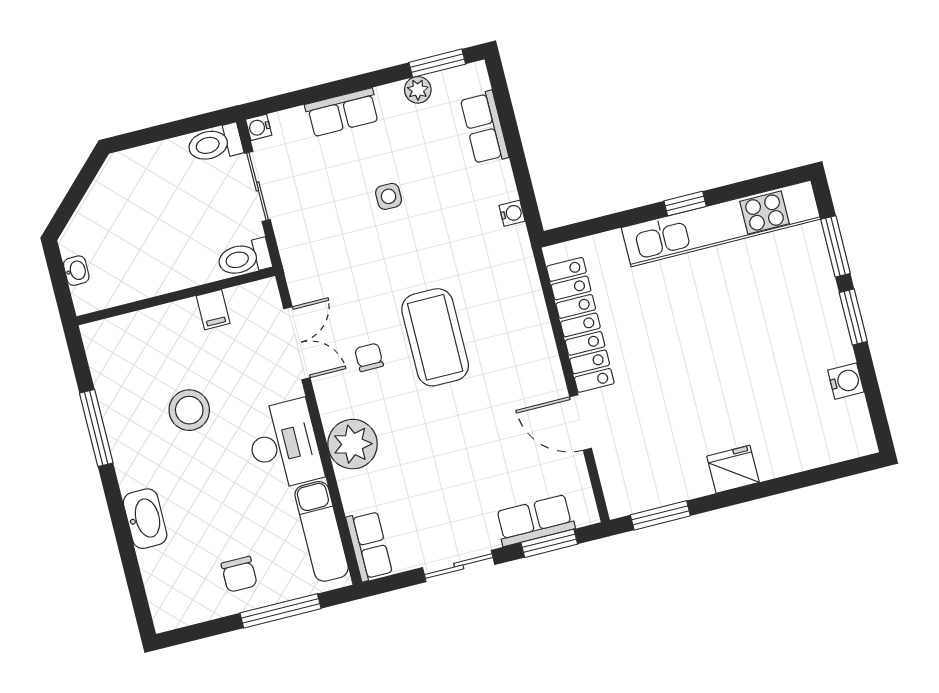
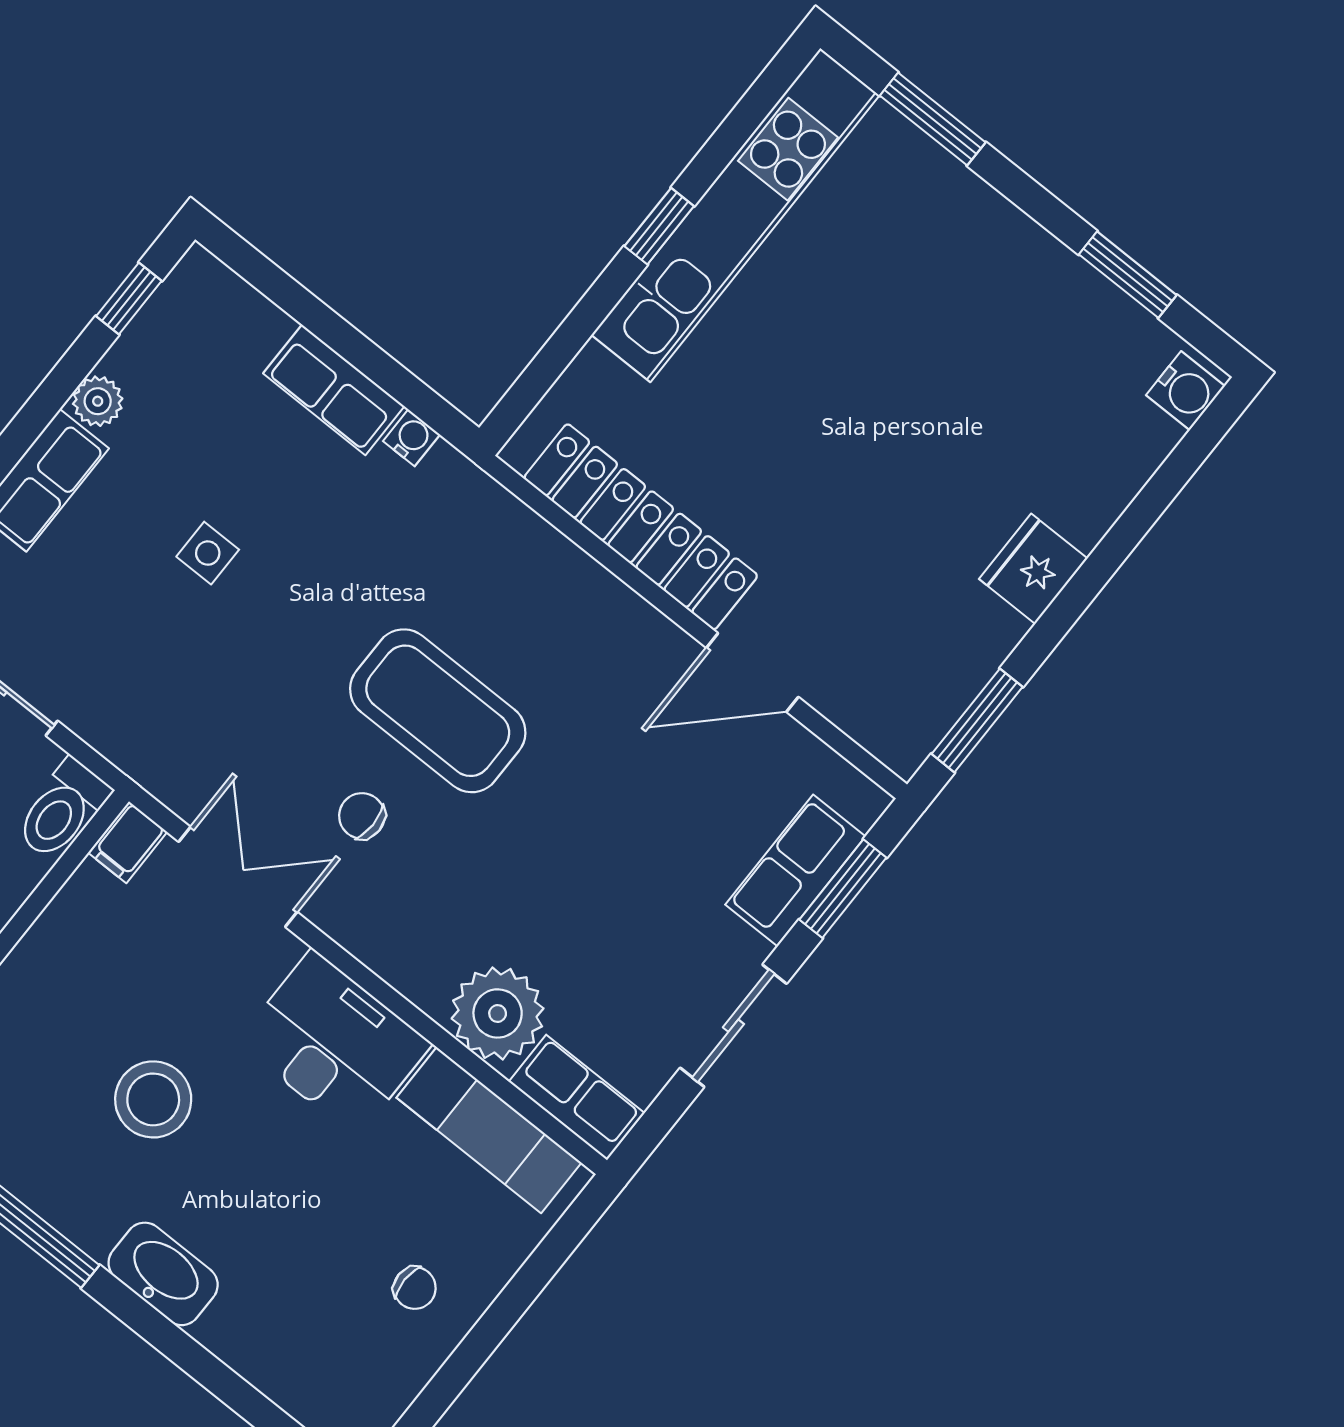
window: (437, 63) -> (129, 299), width x0.67
plant: (418, 90) -> (98, 401), moved
row of seats: (484, 128) -> (334, 390), moved
filing cabinet: (213, 310) -> (128, 842), moved, turned 90
window: (853, 317) -> (1128, 275), moved
water cooler: (846, 381) -> (1186, 391), moved, turned 90
plant: (353, 444) -> (498, 1013), moved
washbasin: (145, 519) -> (163, 1274), moved
chair: (239, 574) -> (415, 1288), width x0.73, depth x0.73
window: (280, 611) -> (518, 1296), removed

